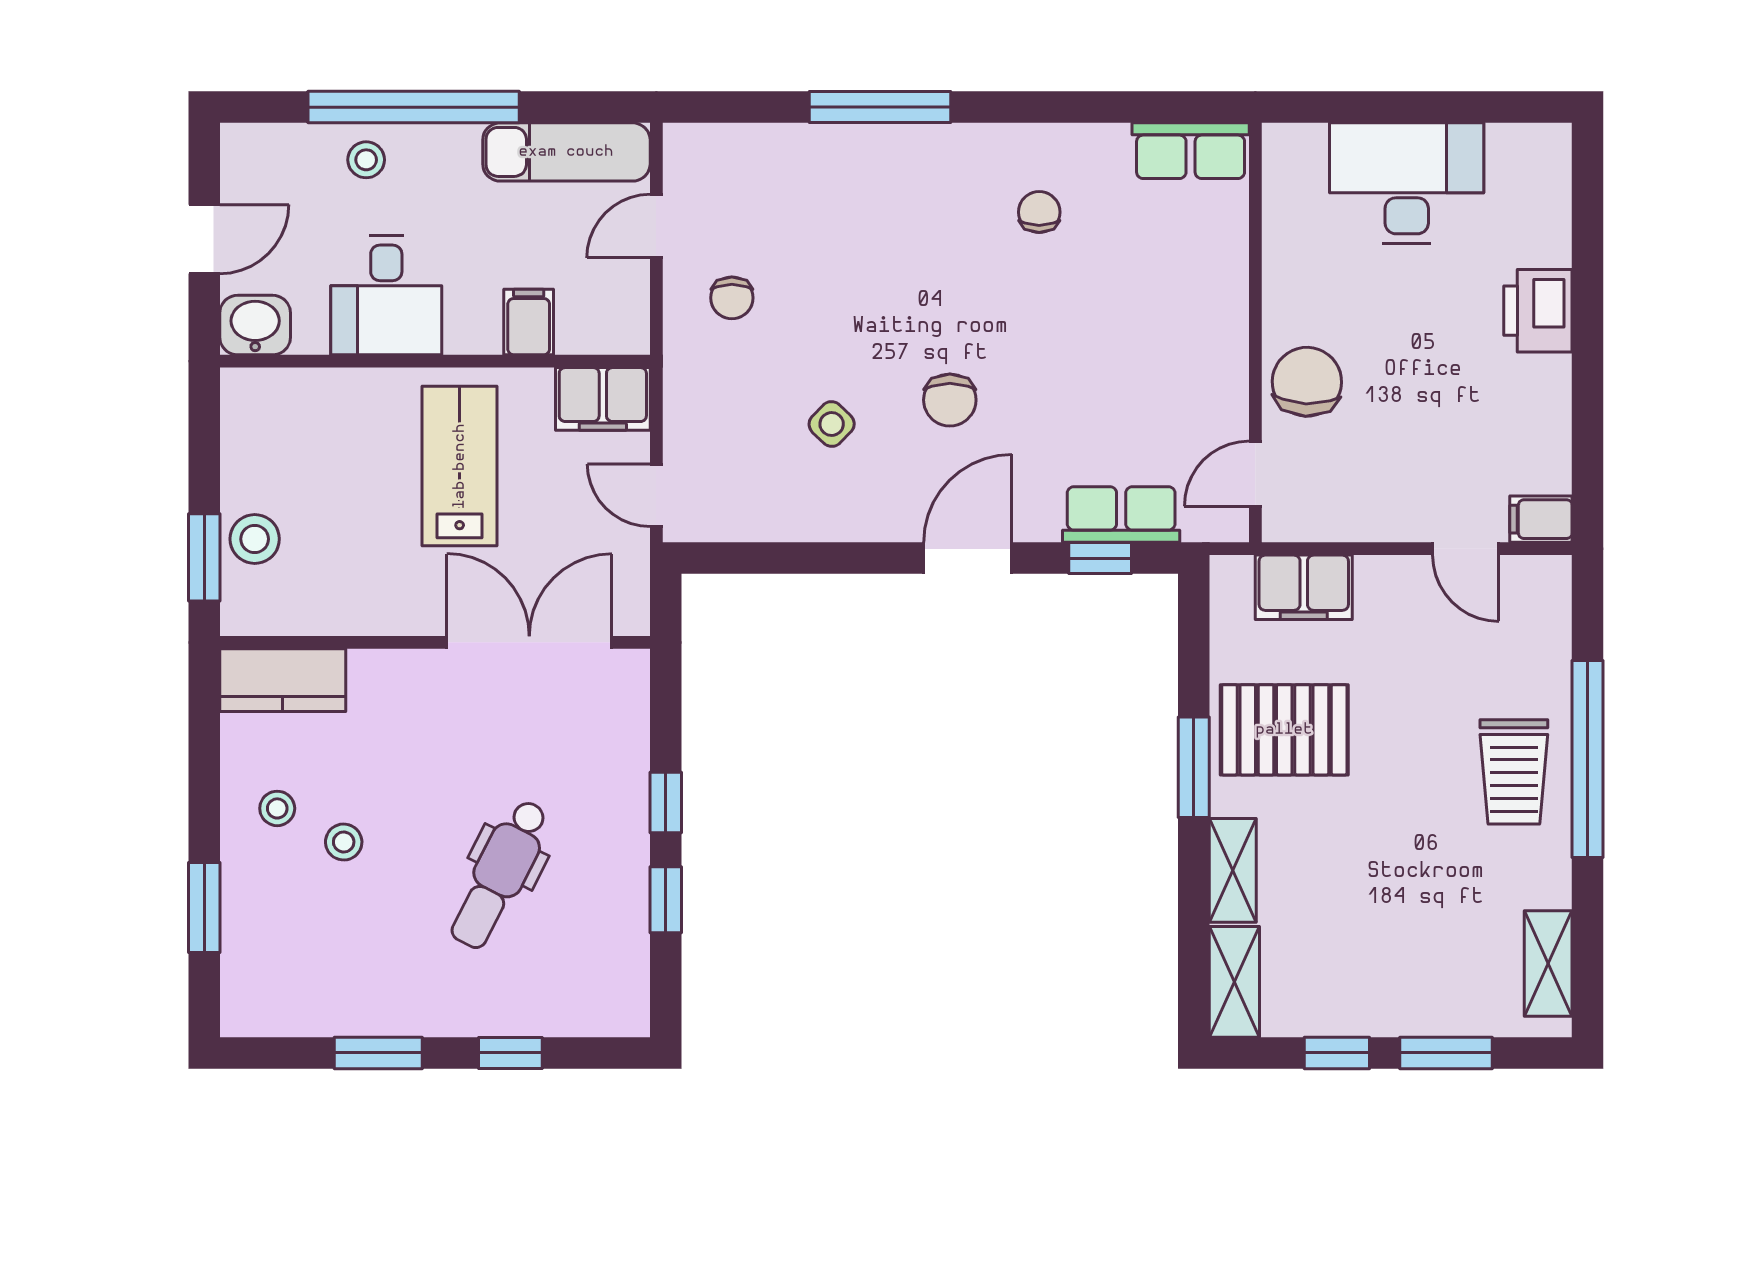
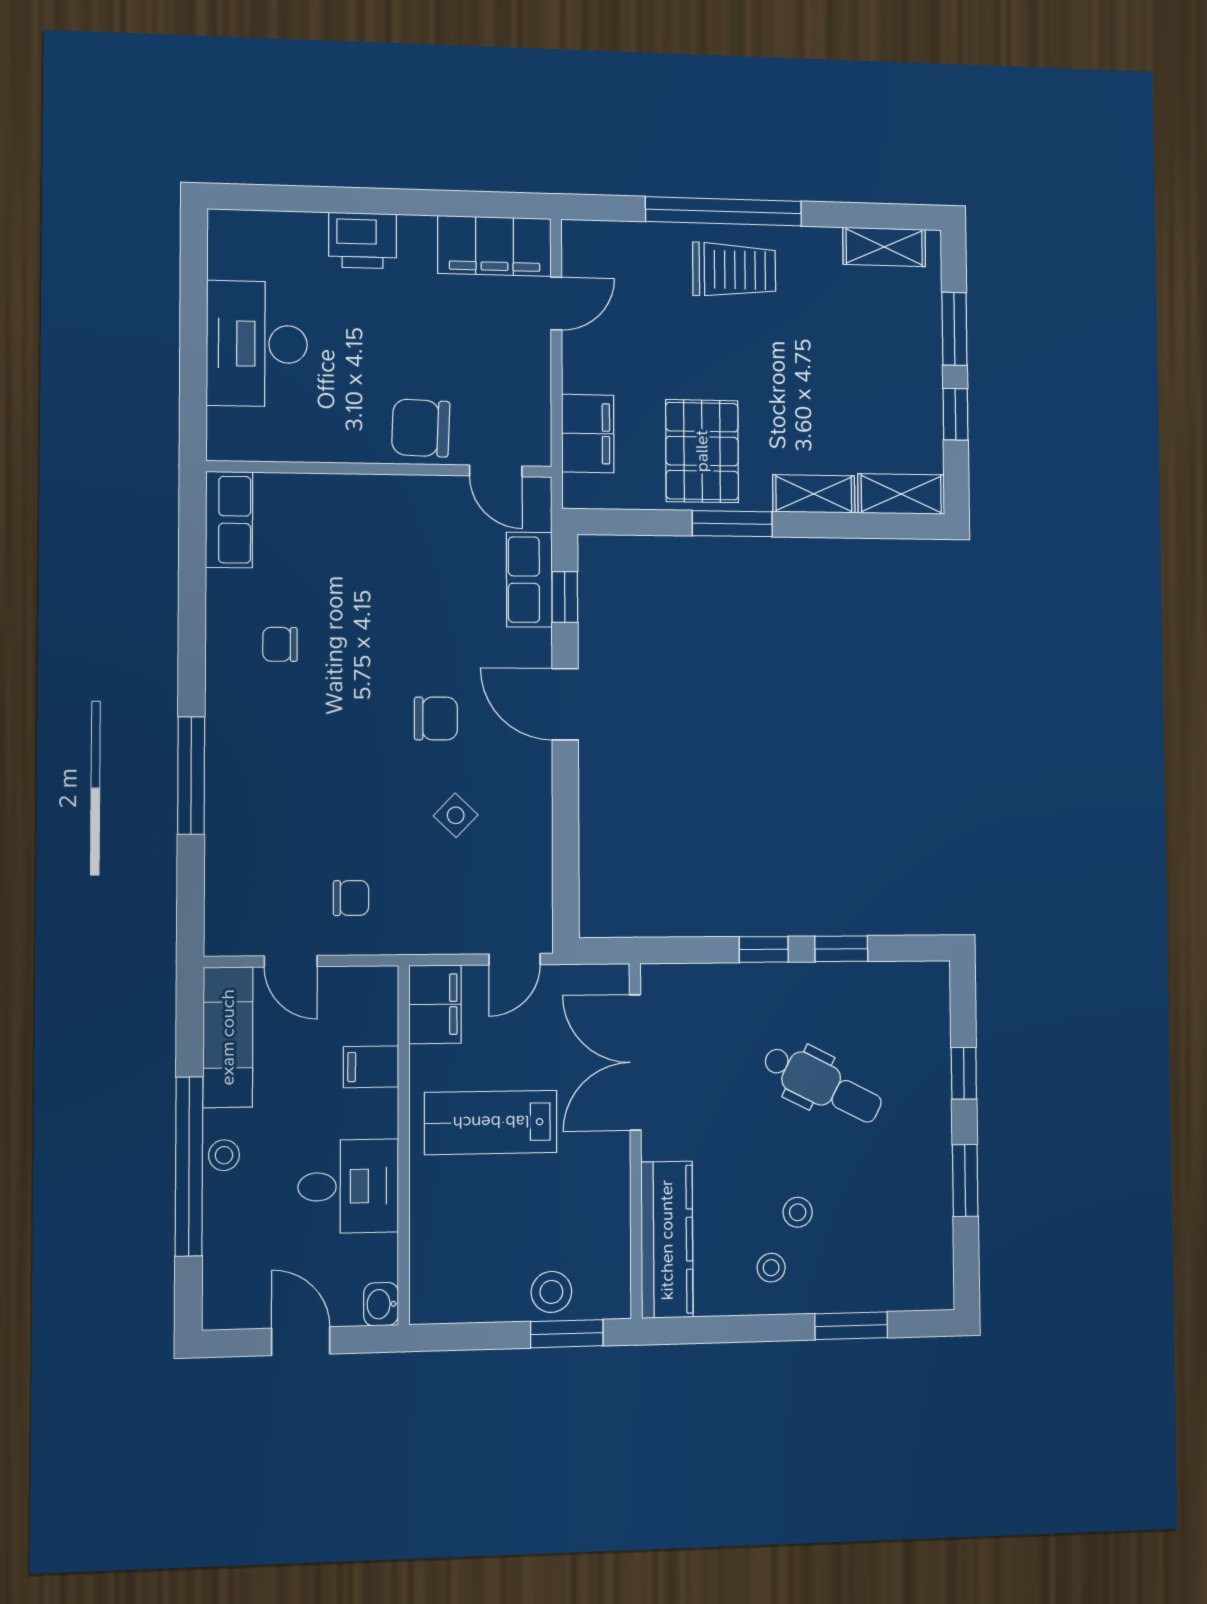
stool: (366, 160) -> (224, 1155), moved
washbasin: (255, 325) -> (381, 1304), width x0.72, depth x0.69
filing cabinet: (1541, 519) -> (494, 246), width x3.00, depth x1.17
kitchen counter: (283, 680) -> (667, 1240), width x1.50

